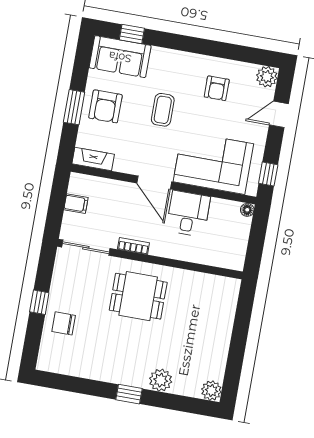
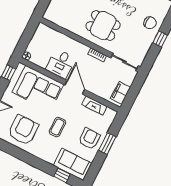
armchair: (217, 88) -> (23, 130), width x1.88, depth x1.88
fireplace: (93, 159) -> (94, 105), moved
filing cabinet: (76, 204) -> (120, 93), width x2.00

